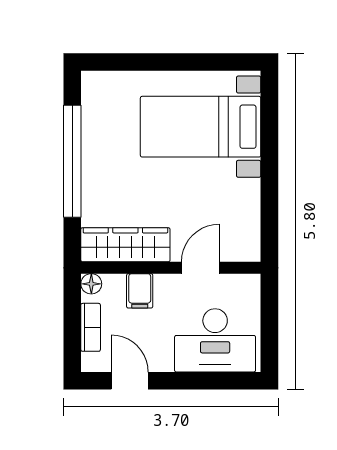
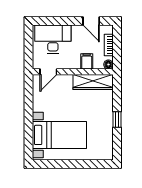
window: (72, 161) -> (117, 120), width x0.32
door: (200, 268) -> (48, 72), moved

